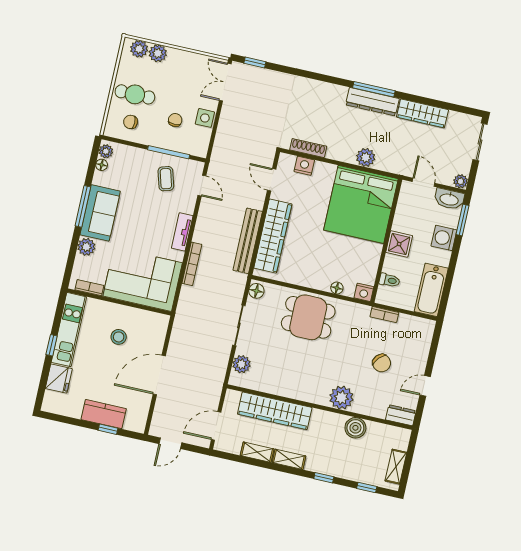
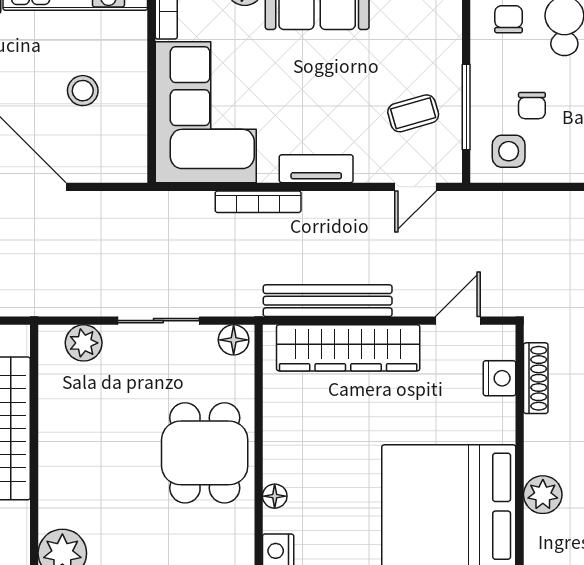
side table: (205, 118) -> (509, 151), moved
chair: (175, 120) -> (532, 106), turned 90

